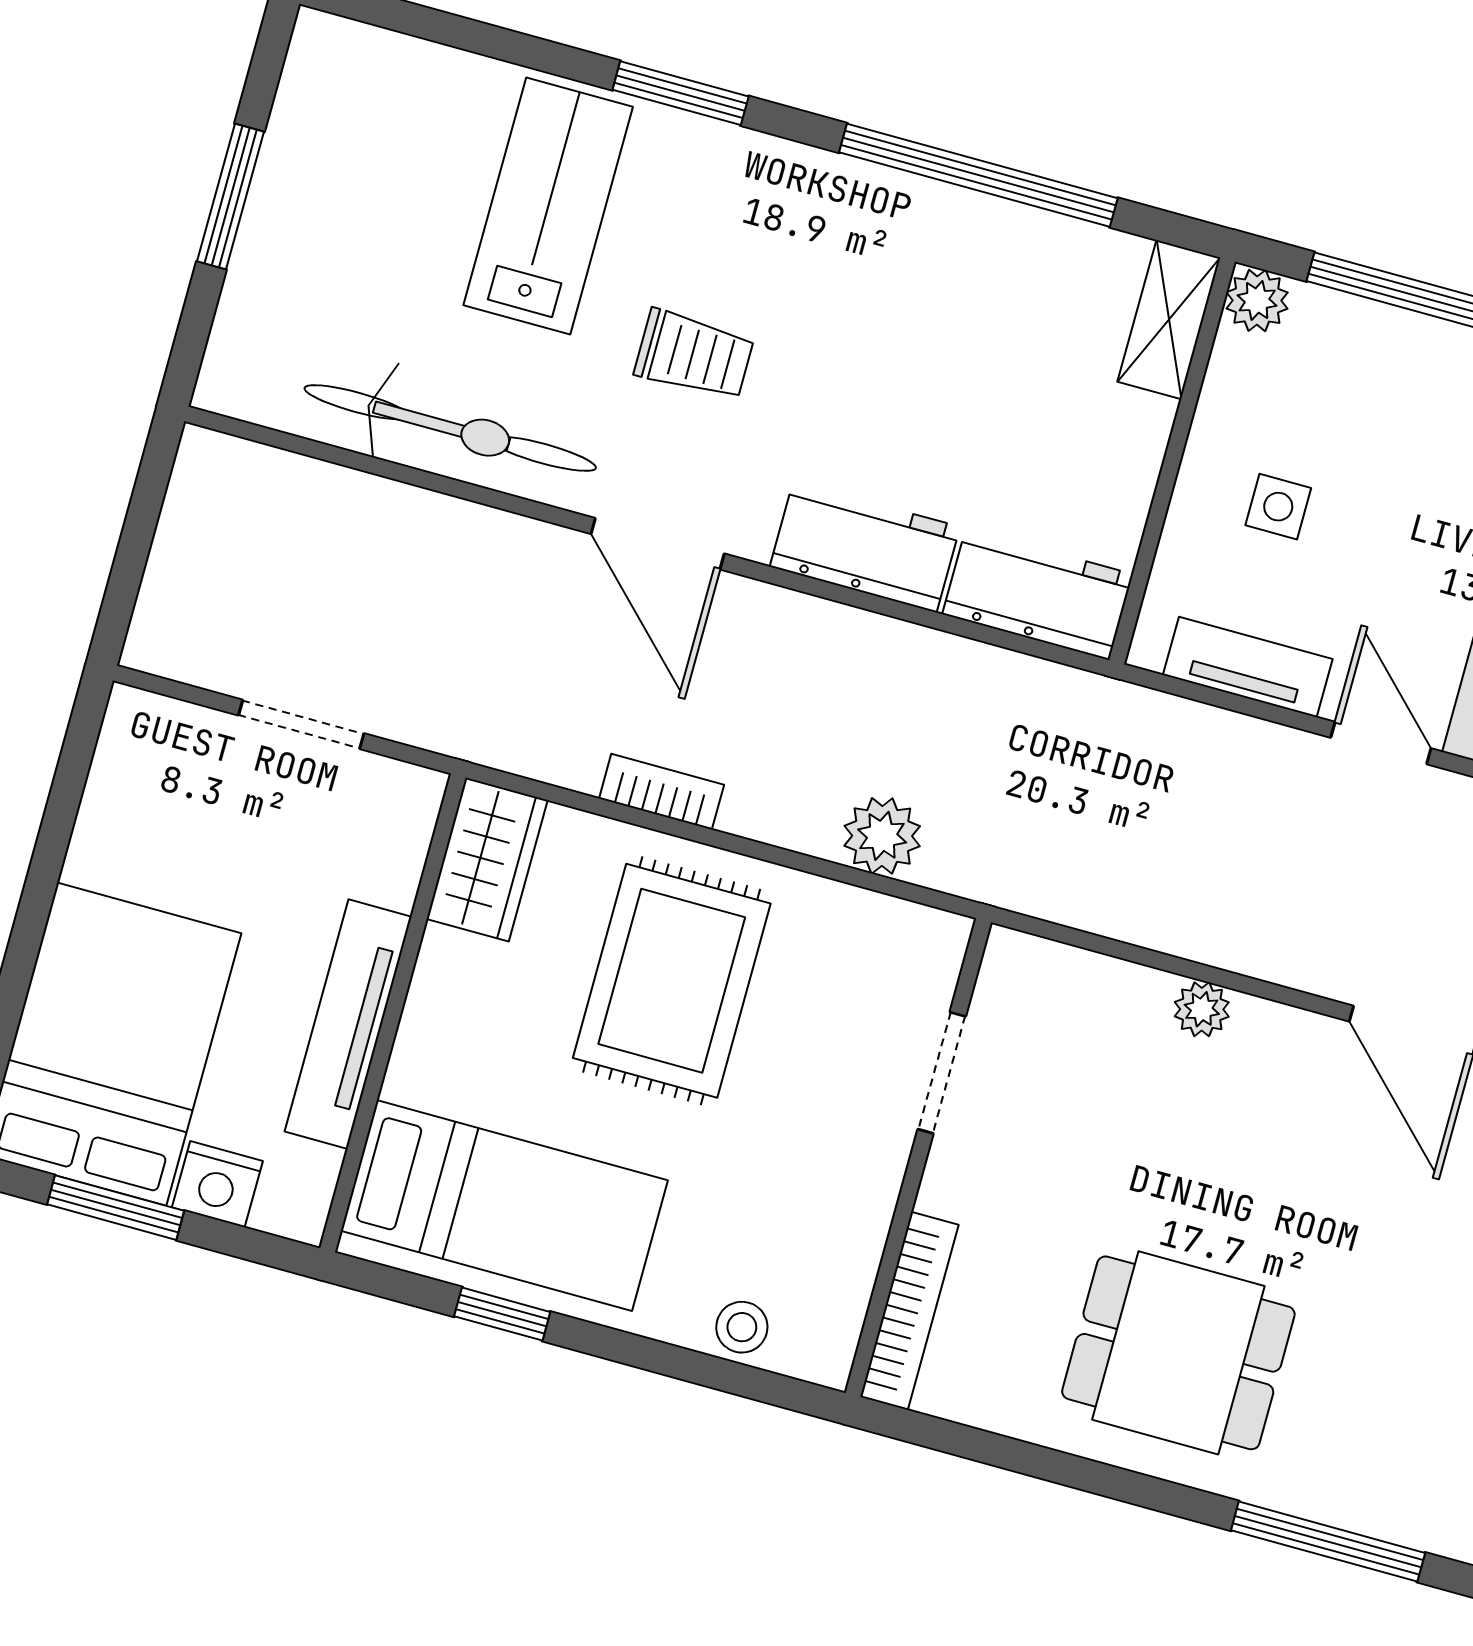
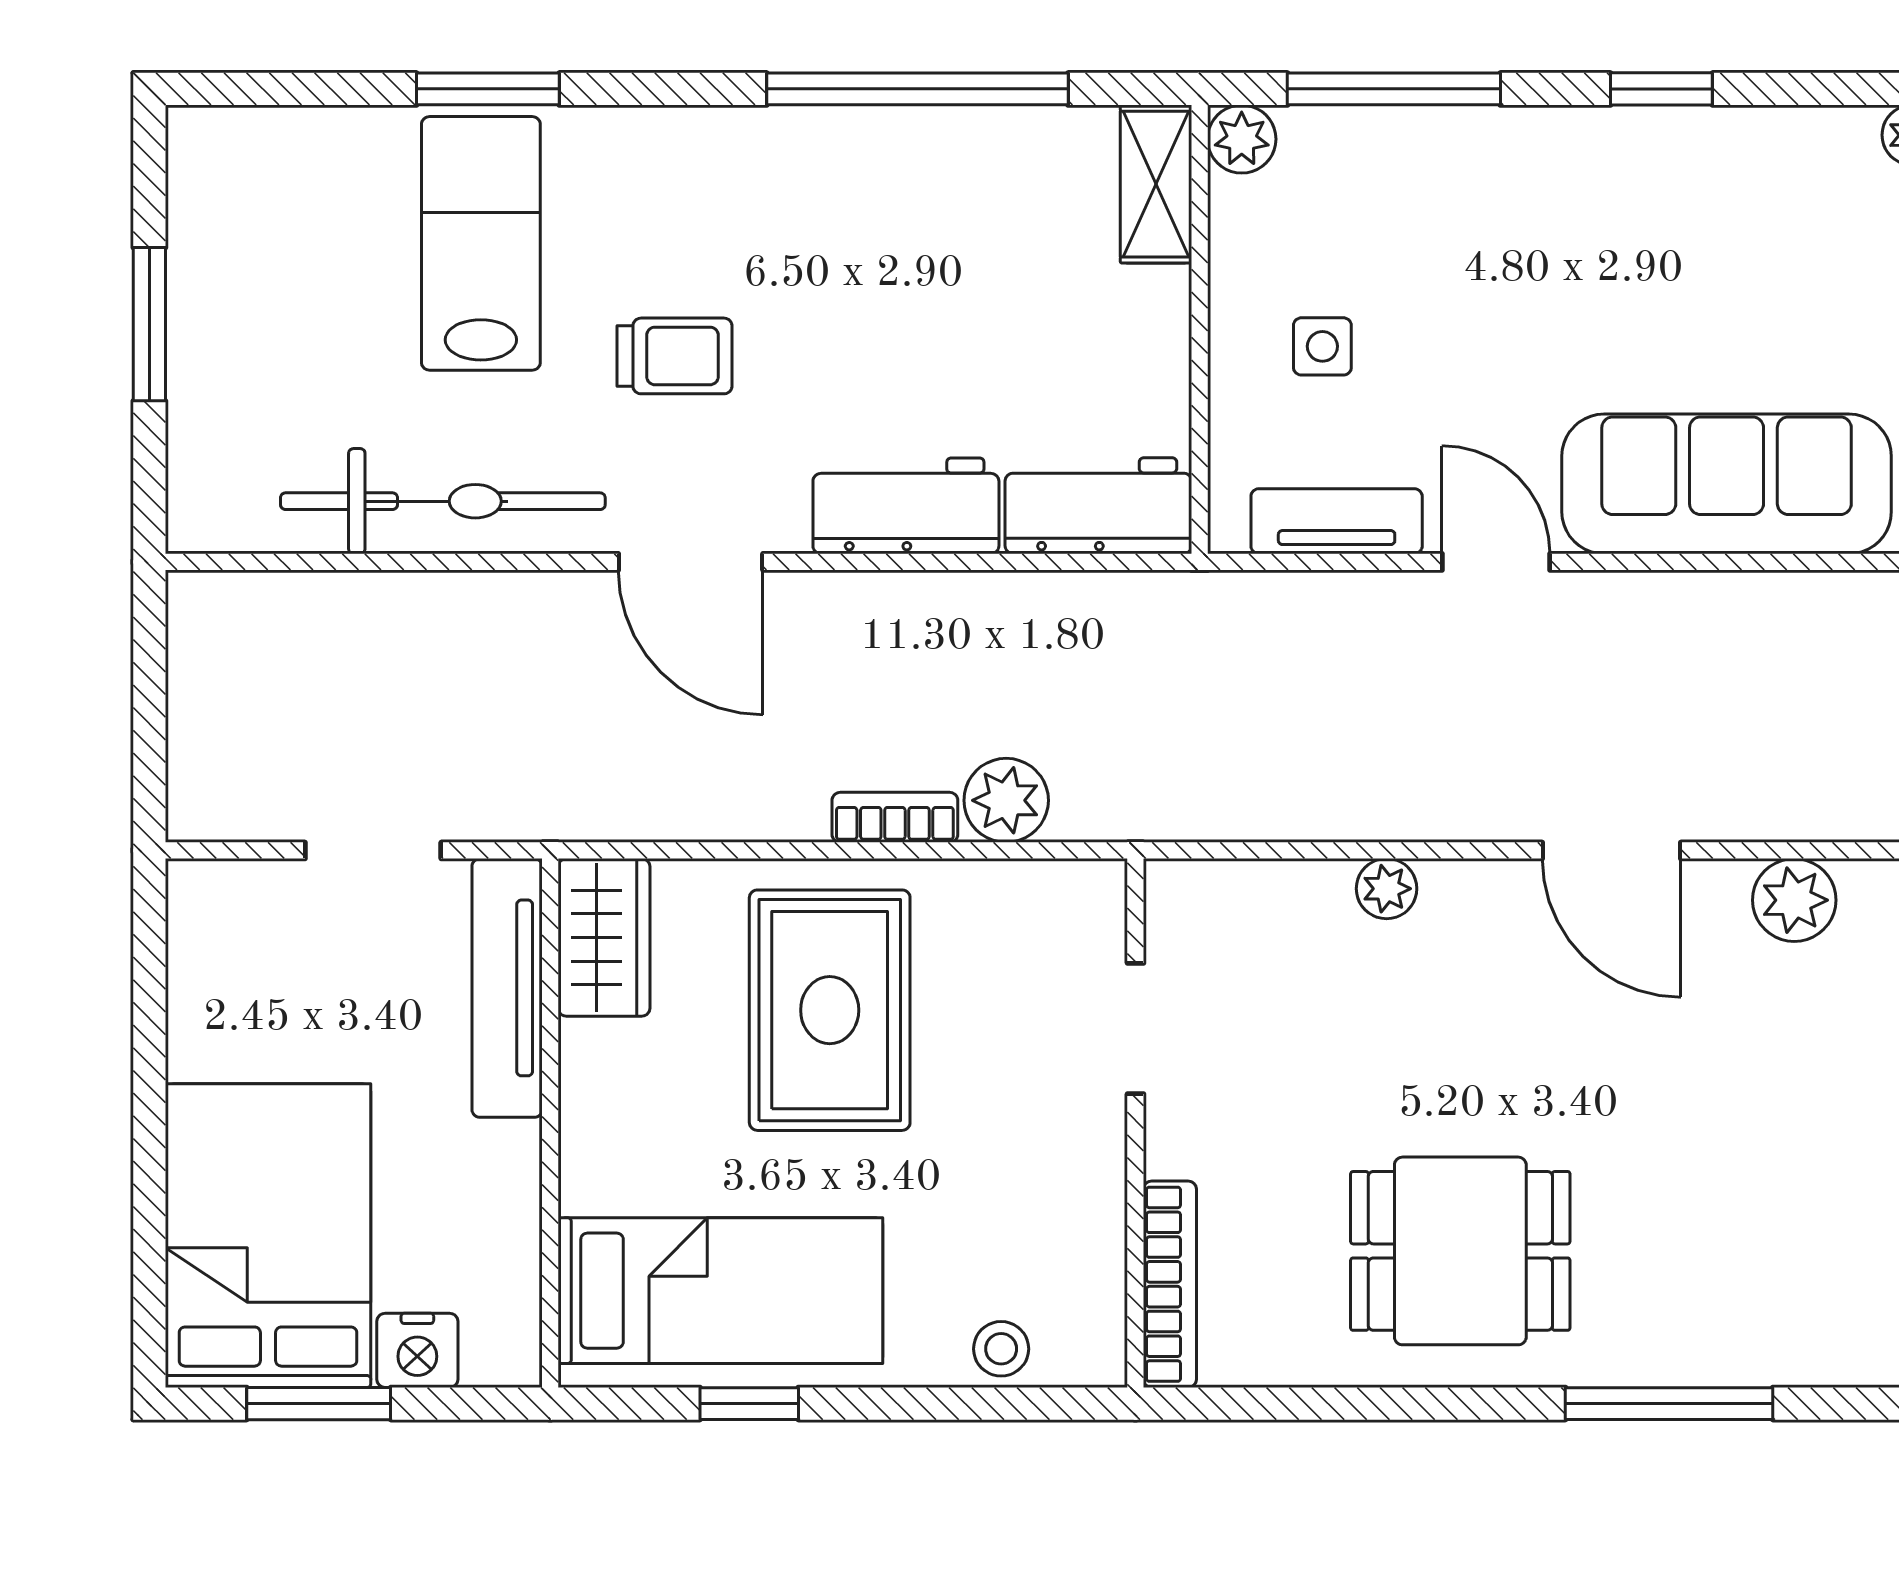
window: (681, 93) -> (488, 89), moved
bookcase: (662, 792) -> (895, 817), moved
tv unit: (348, 1024) -> (507, 988), moved

